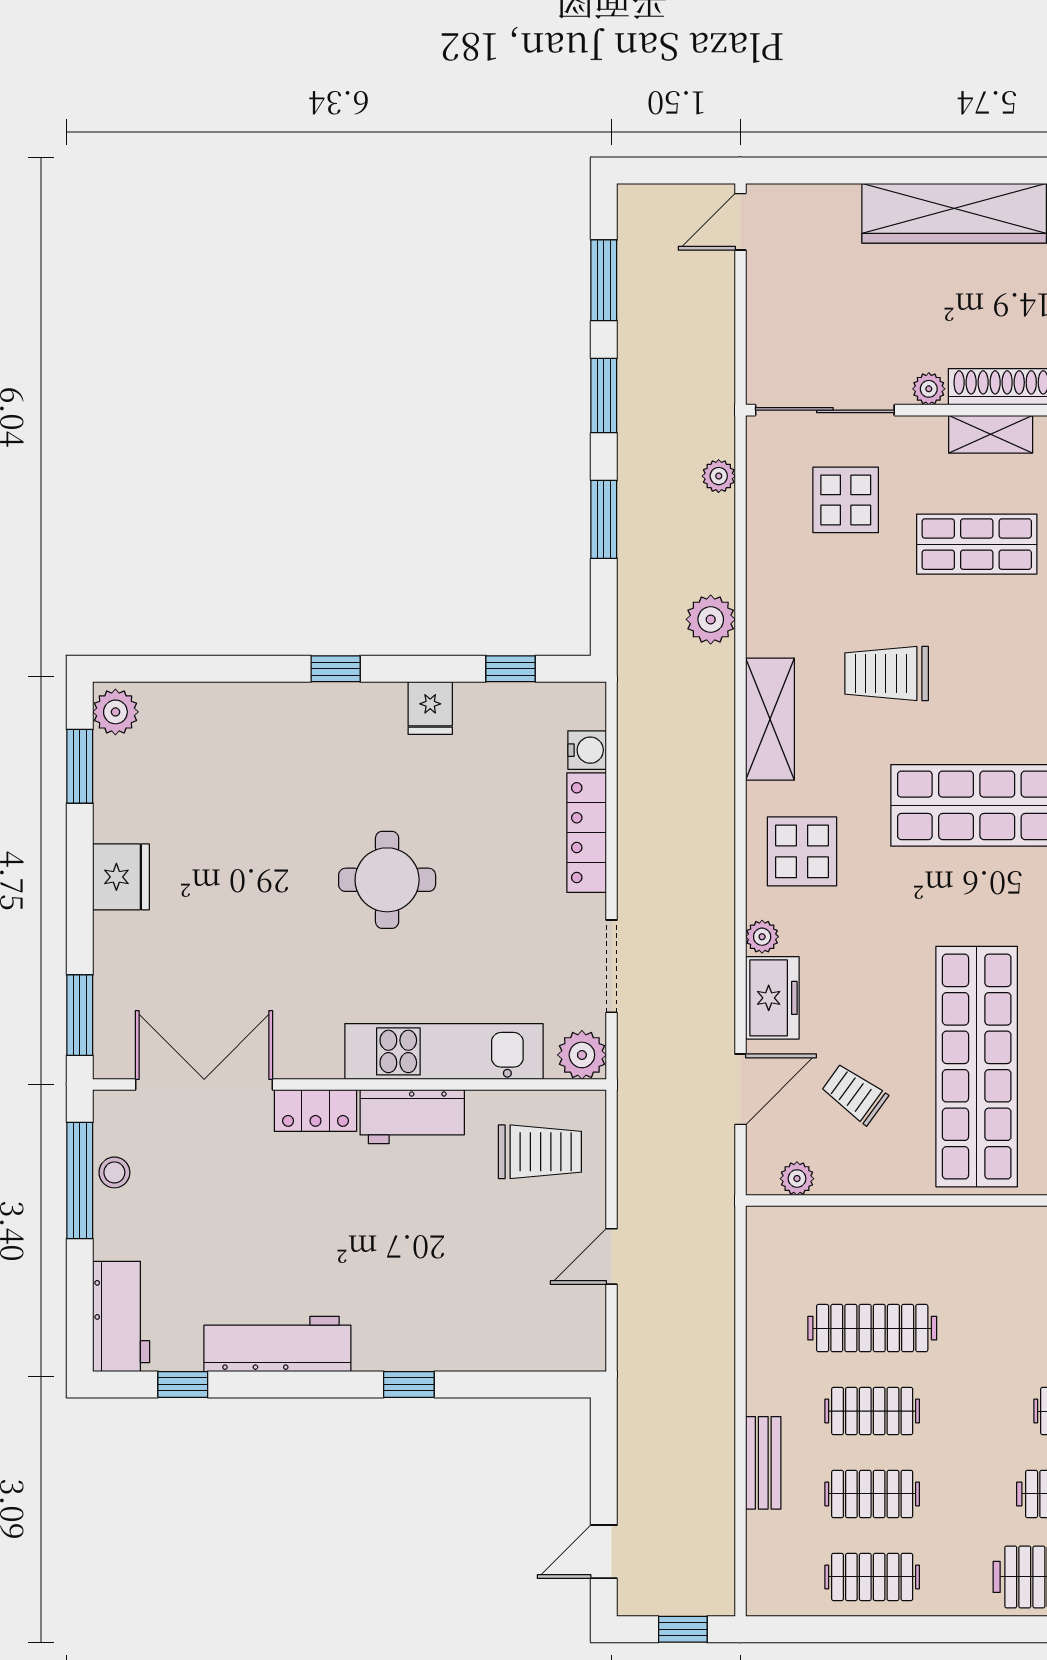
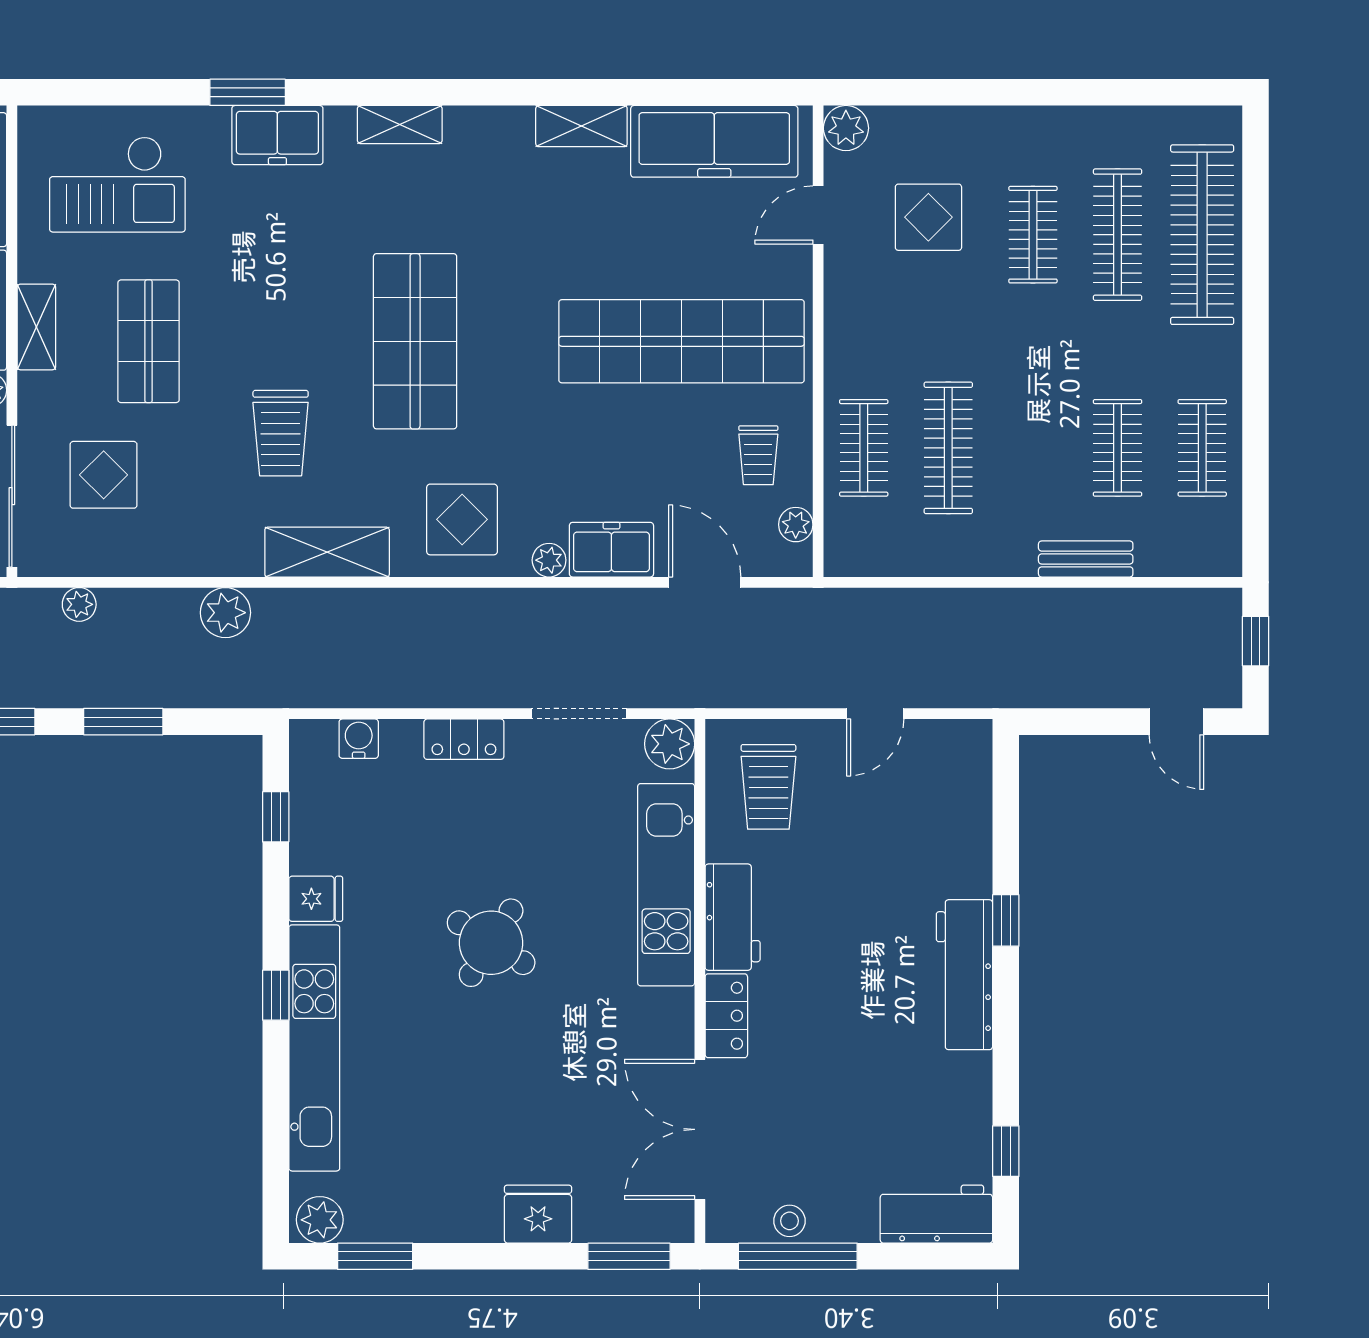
kitchen unit: (284, 707) -> (314, 1048), added
locker: (587, 833) -> (464, 739), width x0.66
fridge: (121, 877) -> (538, 1214), moved
round table: (387, 880) -> (491, 943), turned 32
trolley: (854, 1094) -> (758, 455), moved, turned -36
trolley: (540, 1152) -> (768, 787), turned 180
door: (612, 1256) -> (875, 714), hinge flipped
workbench: (277, 1344) -> (964, 975), moved
clothes rail: (872, 1411) -> (864, 448), moved

